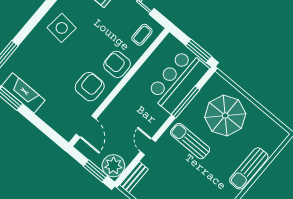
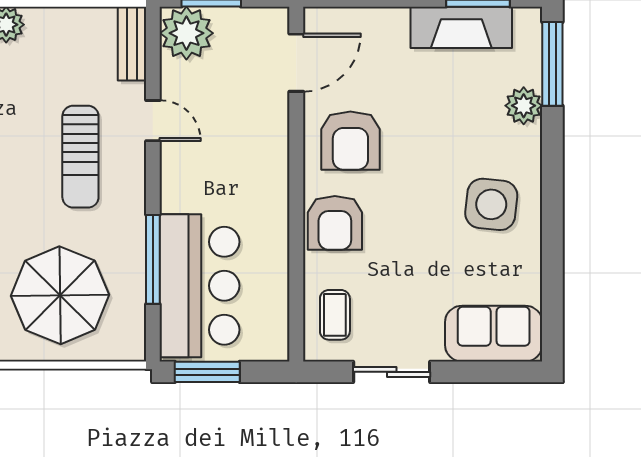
plant: (24, 51) -> (524, 106), added
armchair: (117, 64) -> (335, 223), turned 90
door: (86, 126) -> (296, 63), swing flipped
sun lounger: (190, 141) -> (80, 157), moved, turned 90

